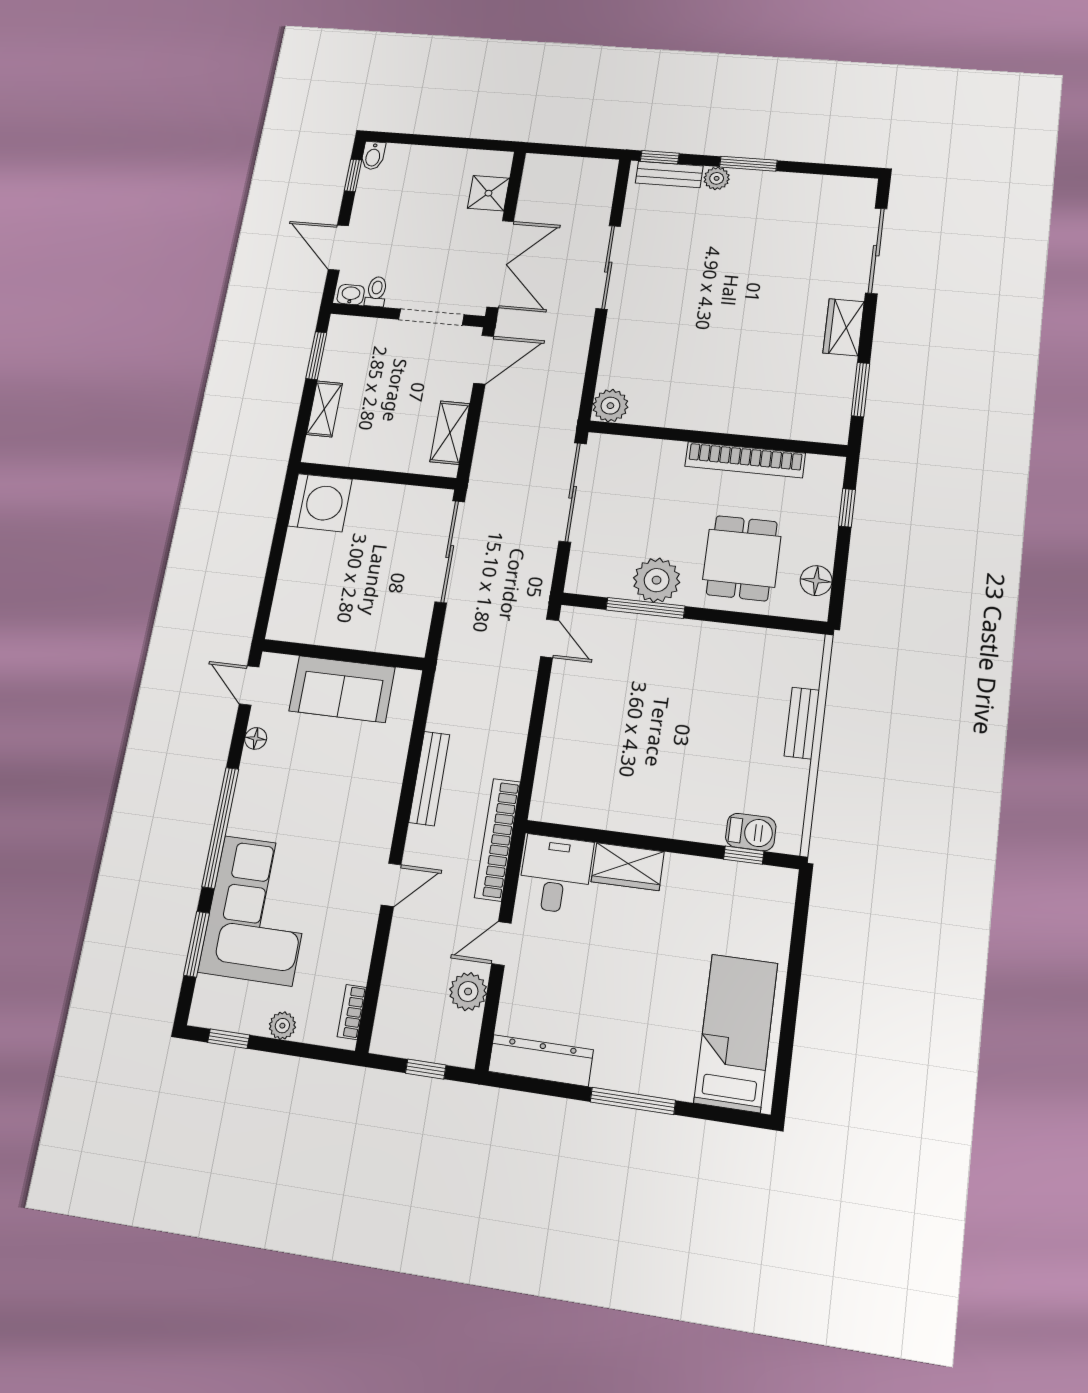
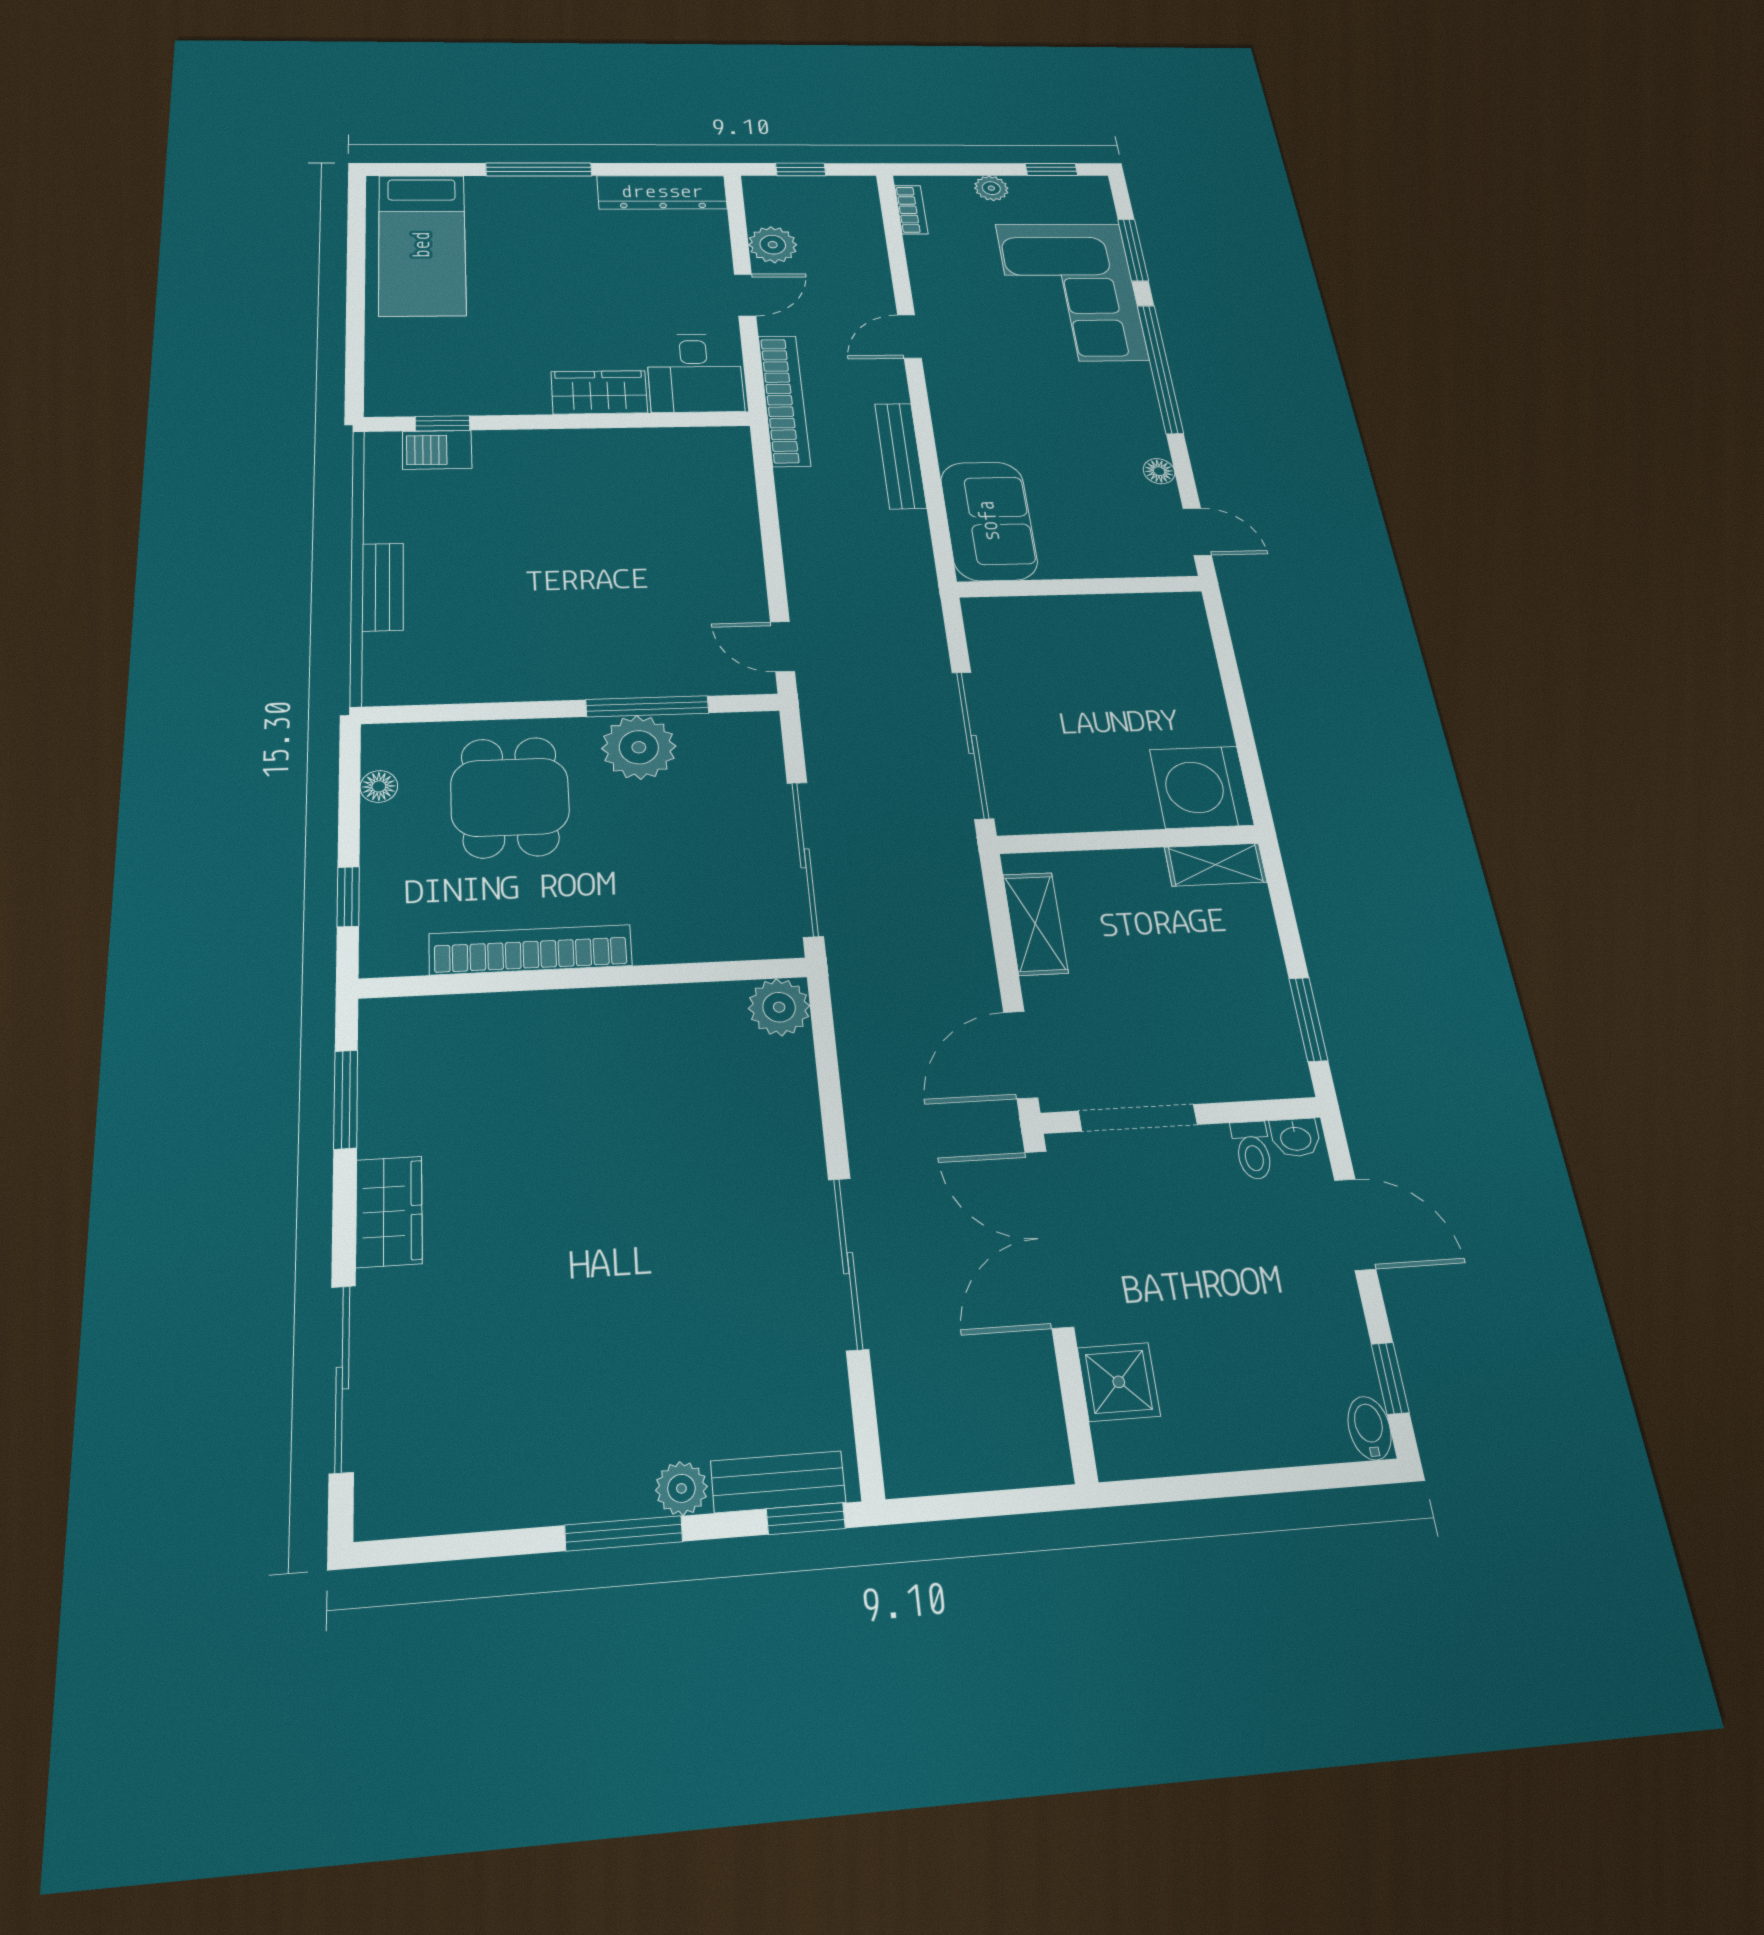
shelving: (324, 409) -> (1216, 865), moved, turned 90
floor lamp: (816, 581) -> (379, 786), width x0.73, depth x0.73
sofa: (342, 689) -> (989, 521), moved, turned 90

